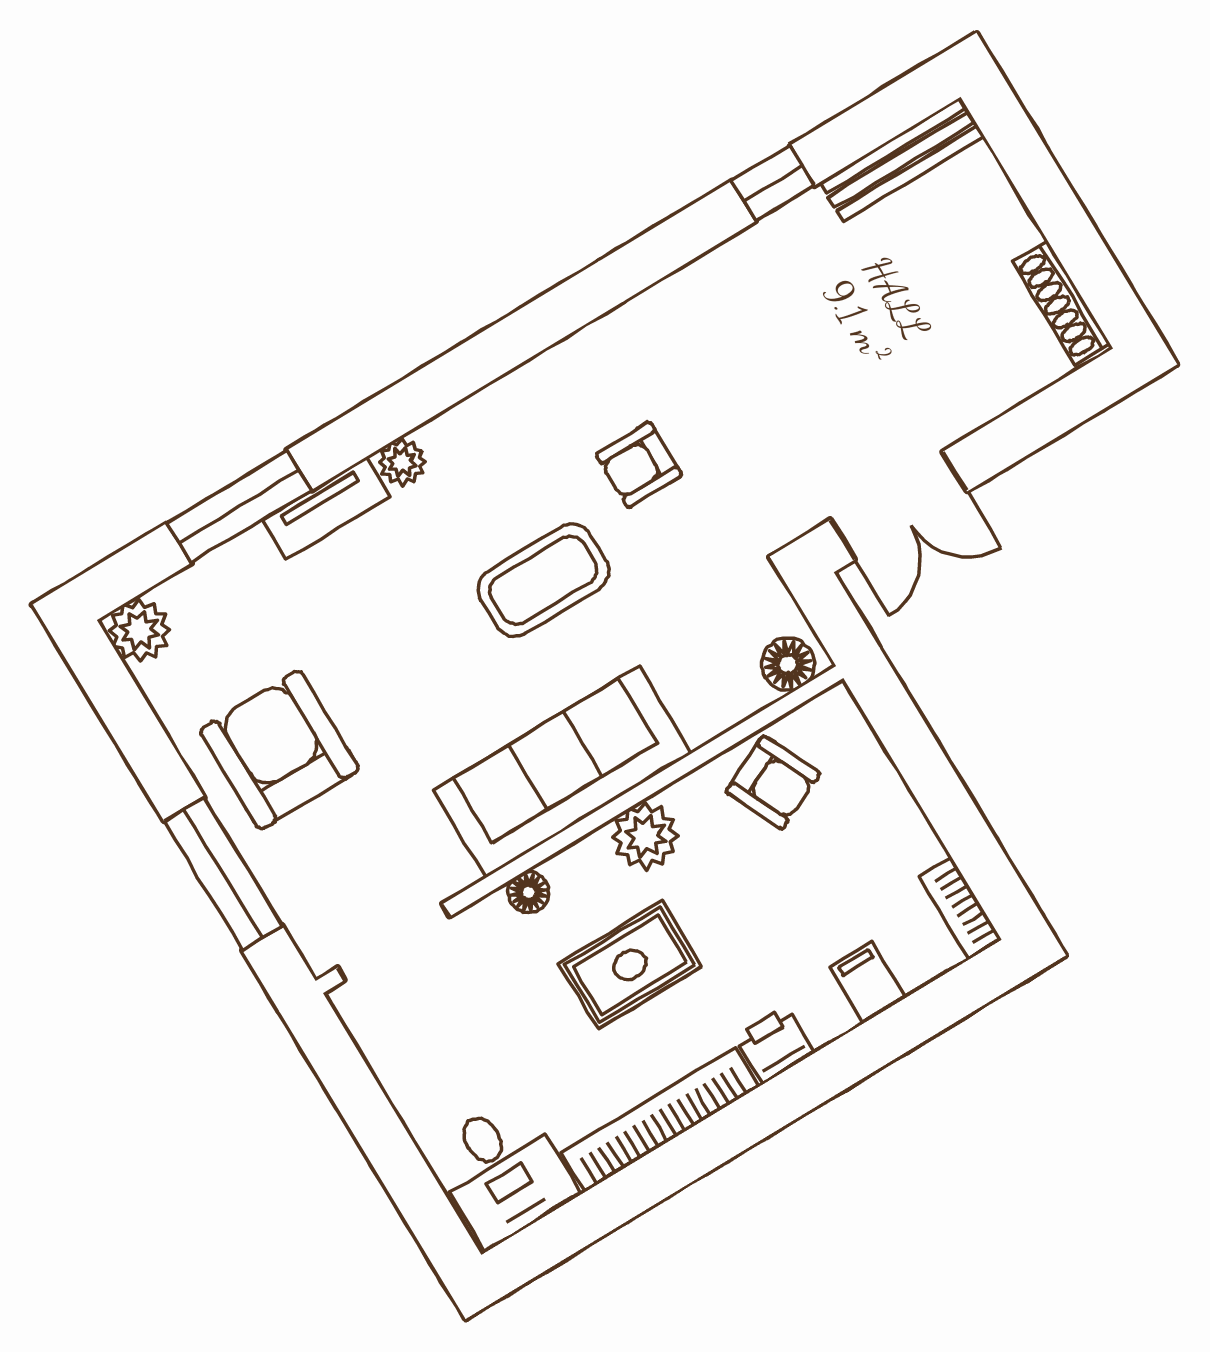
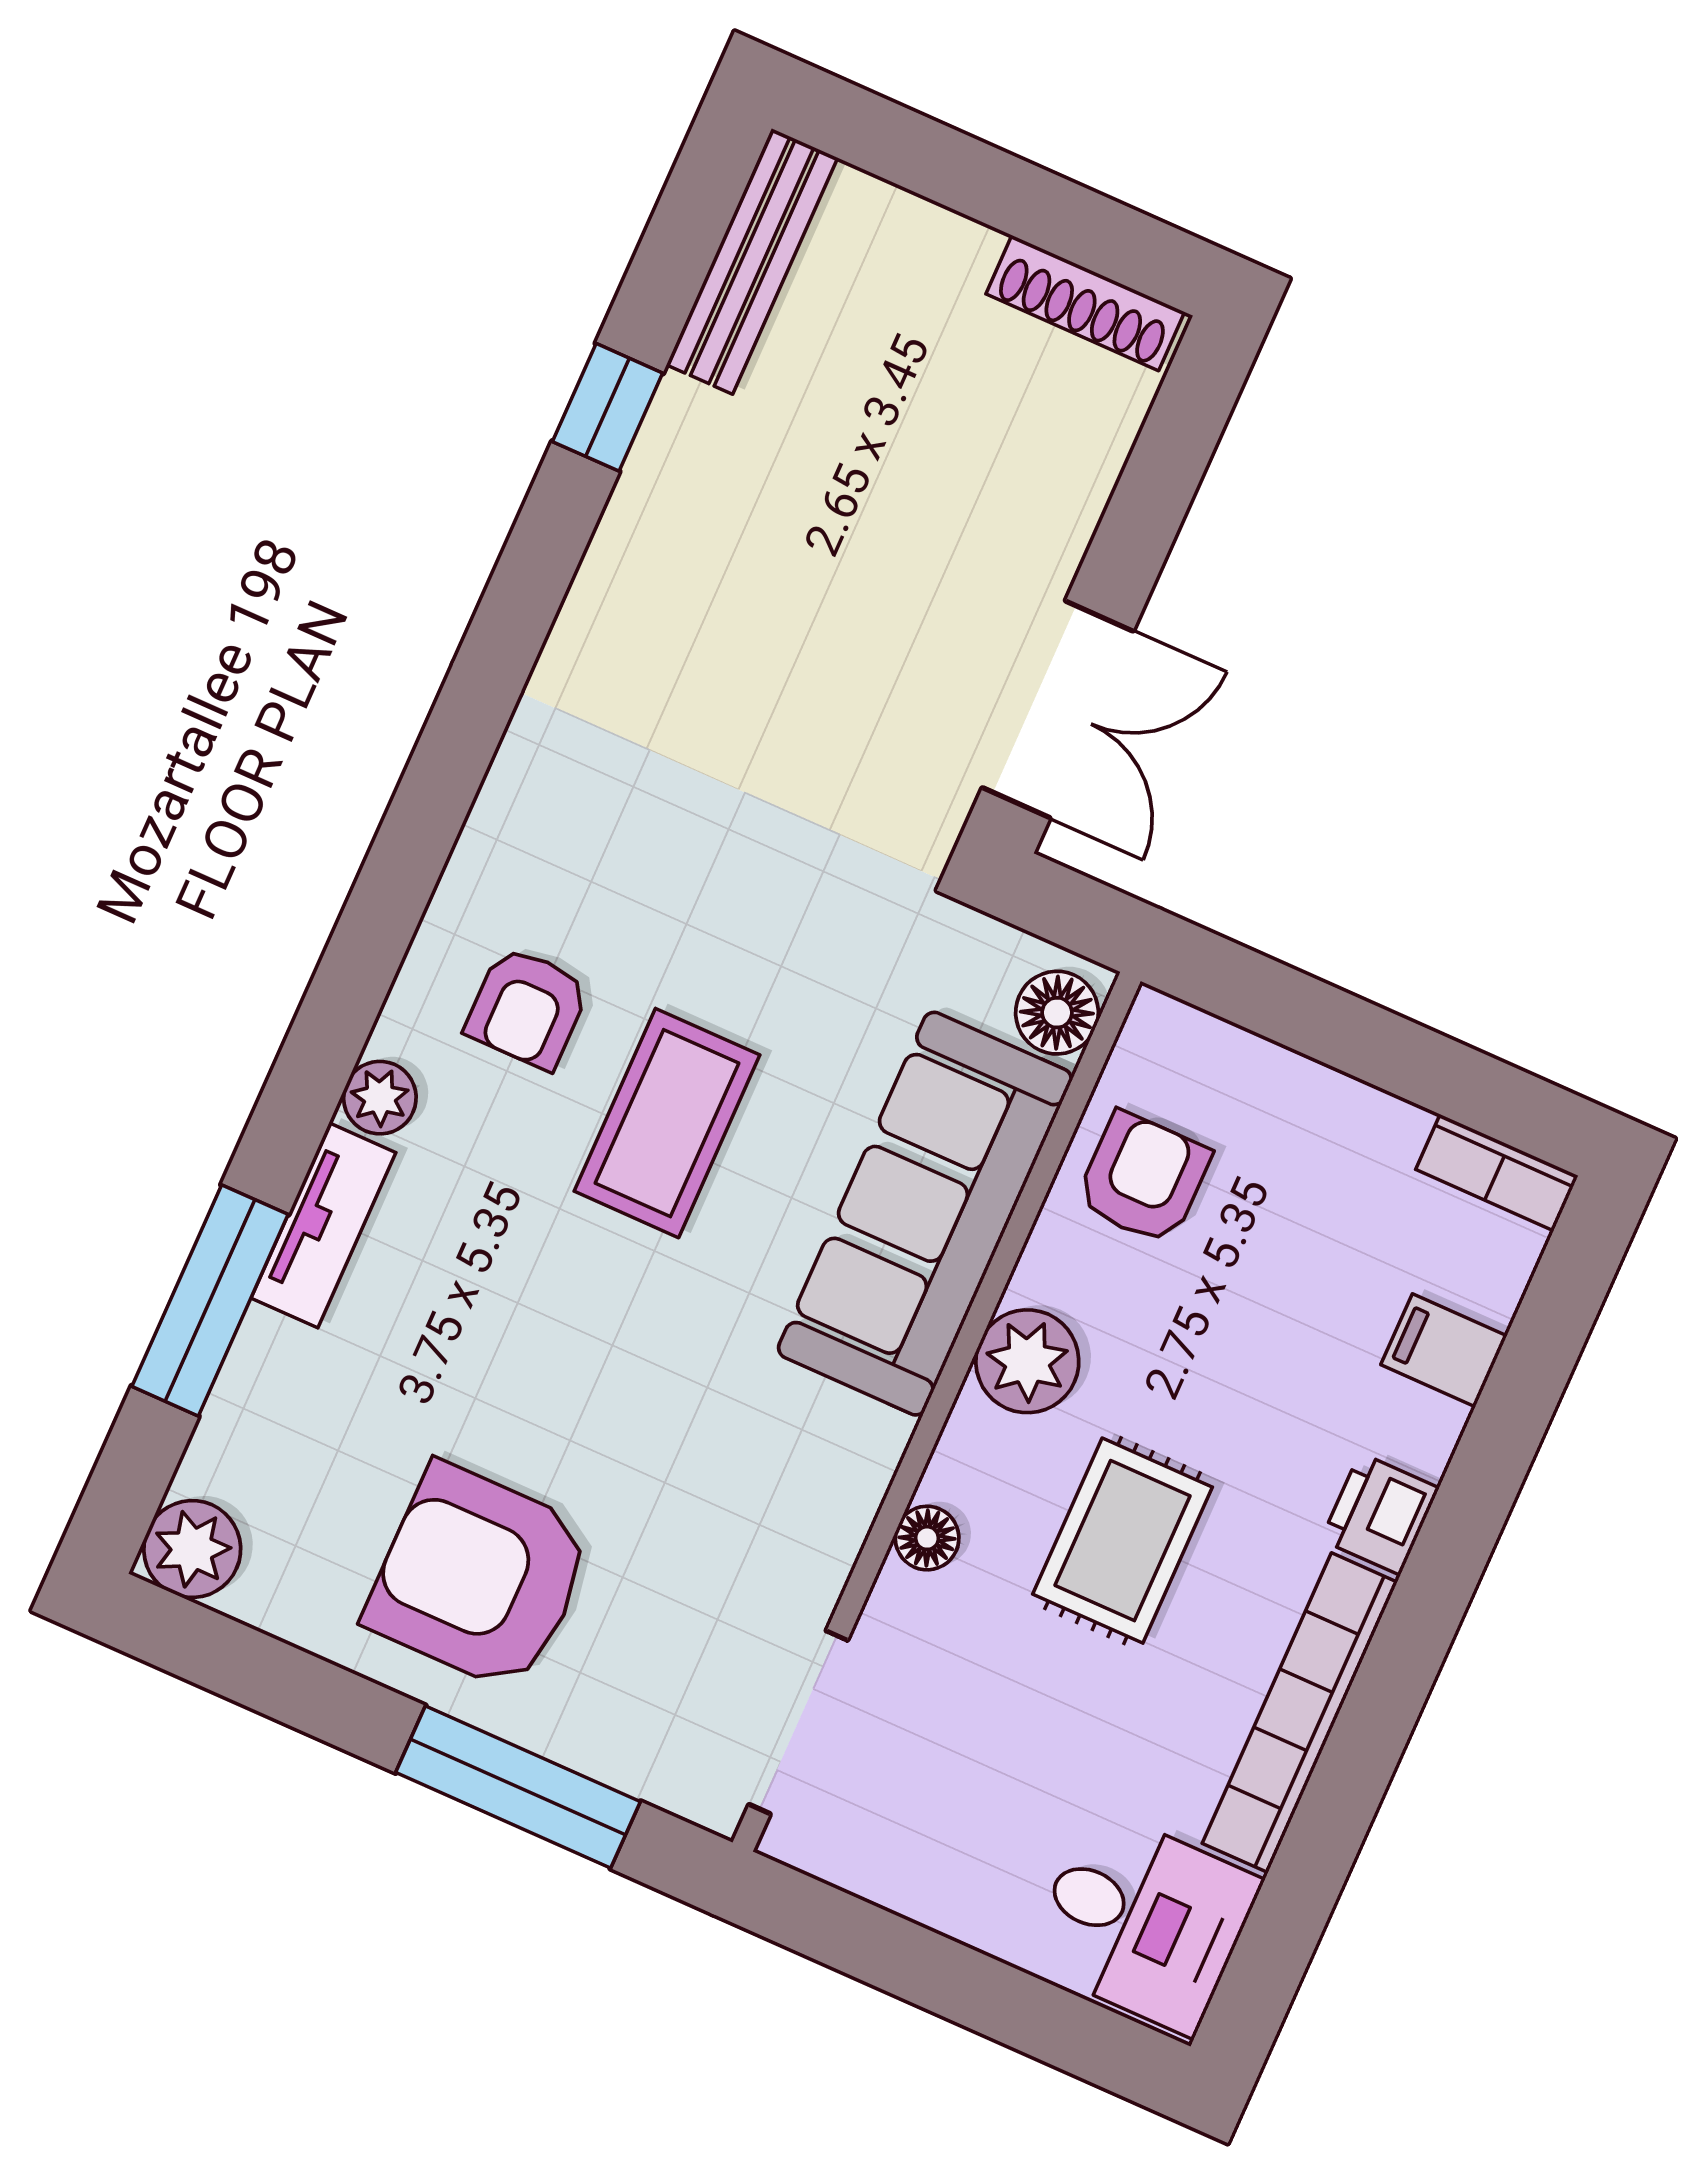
armchair: (639, 465) -> (527, 1008), moved
sofa: (562, 772) -> (925, 1214), moved
armchair: (773, 782) -> (1143, 1178), turned -65

